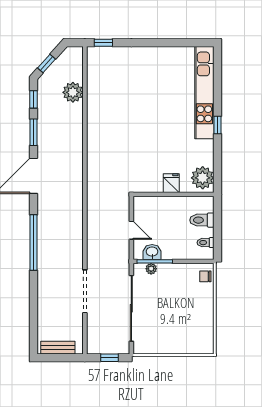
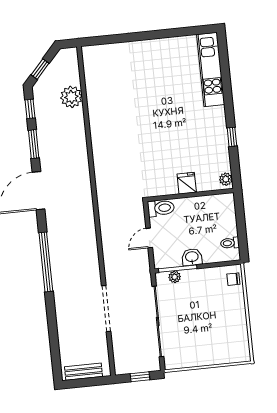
window: (103, 43) -> (99, 41), removed
kitchen unit: (204, 93) -> (211, 69), width x0.73
window: (218, 125) -> (232, 137), moved
plant: (203, 178) -> (226, 179), width x0.53, depth x0.53
toilet: (202, 220) -> (161, 208), moved, turned 180
door: (131, 230) -> (149, 238), swing flipped
washbasin: (152, 252) -> (192, 257), moved

